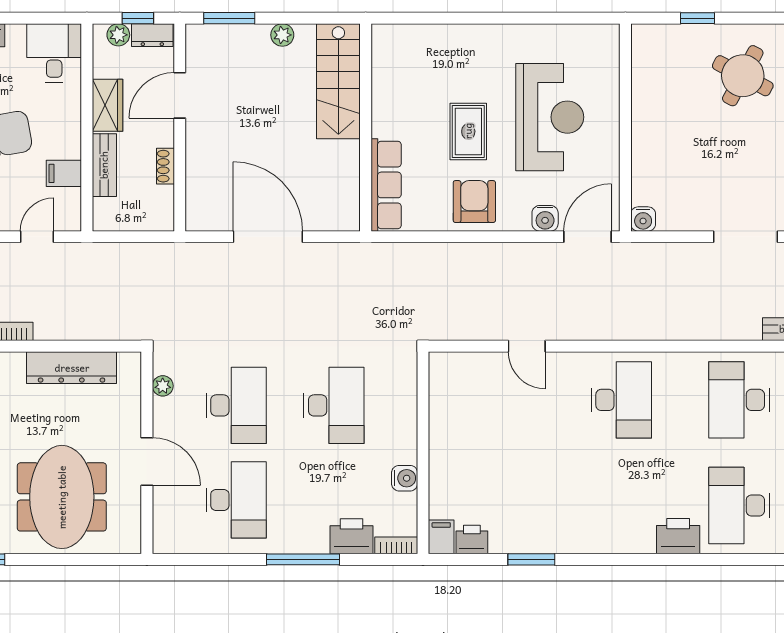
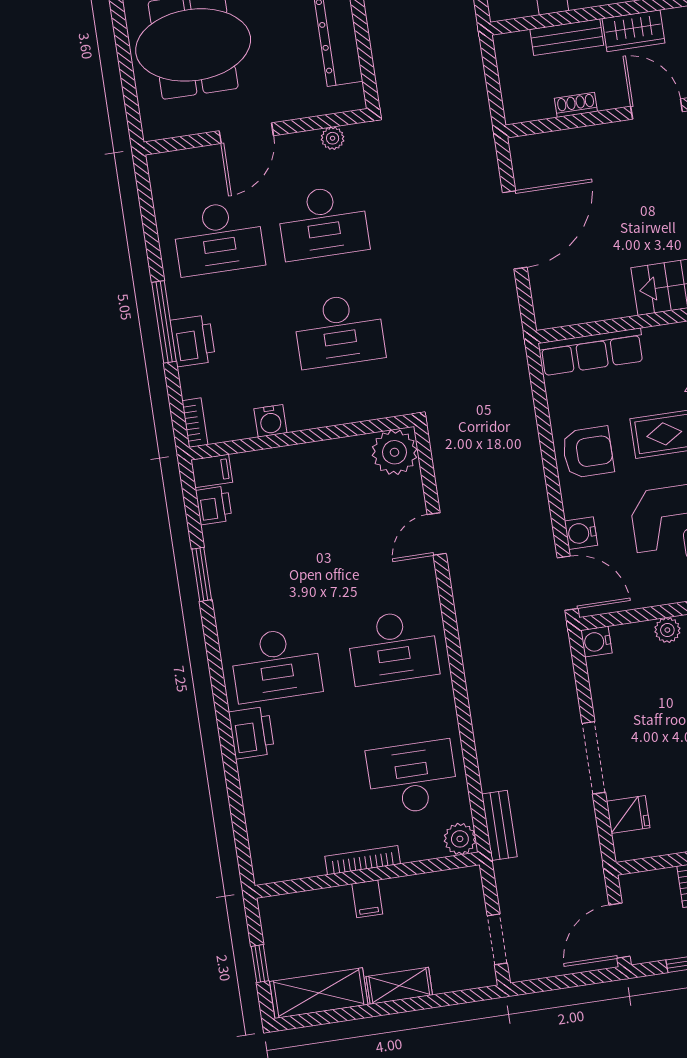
plant: (642, 155) -> (667, 630), added
plant: (449, 373) -> (395, 452), added
desk: (739, 505) -> (276, 665), moved, turned 180
printer: (352, 536) -> (193, 341), moved

